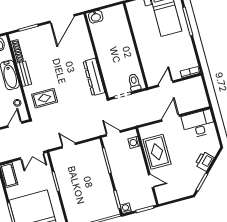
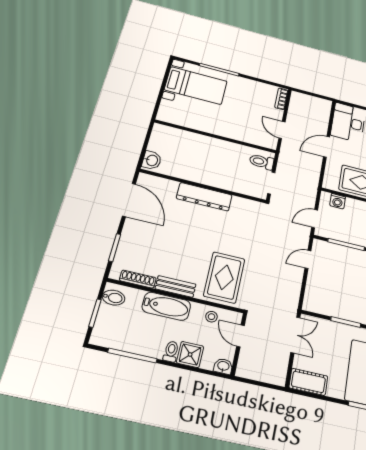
dresser: (94, 77) -> (204, 197), moved
rug: (45, 98) -> (224, 277), width x1.36, depth x1.43
door: (170, 118) -> (327, 147), hinge flipped
door: (69, 145) -> (308, 259), moved

